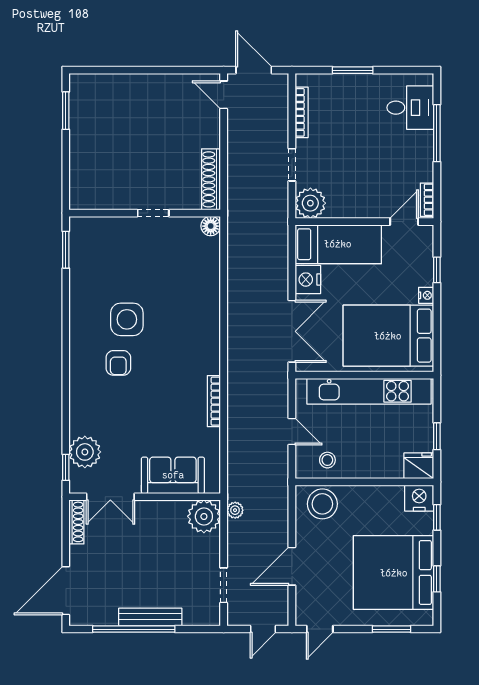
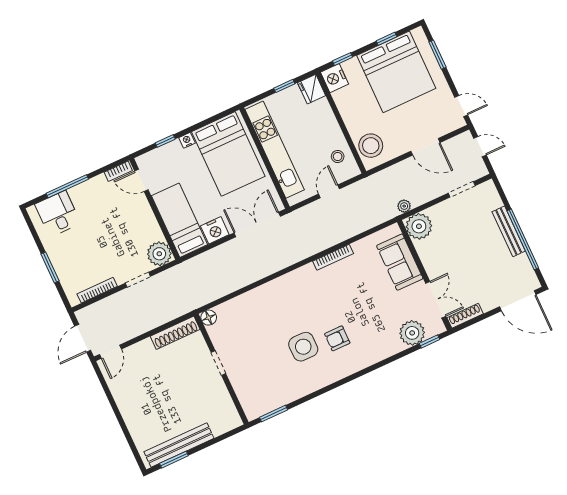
bench: (80, 124) -> (179, 445), added
armchair: (118, 363) -> (337, 338), turned 180

